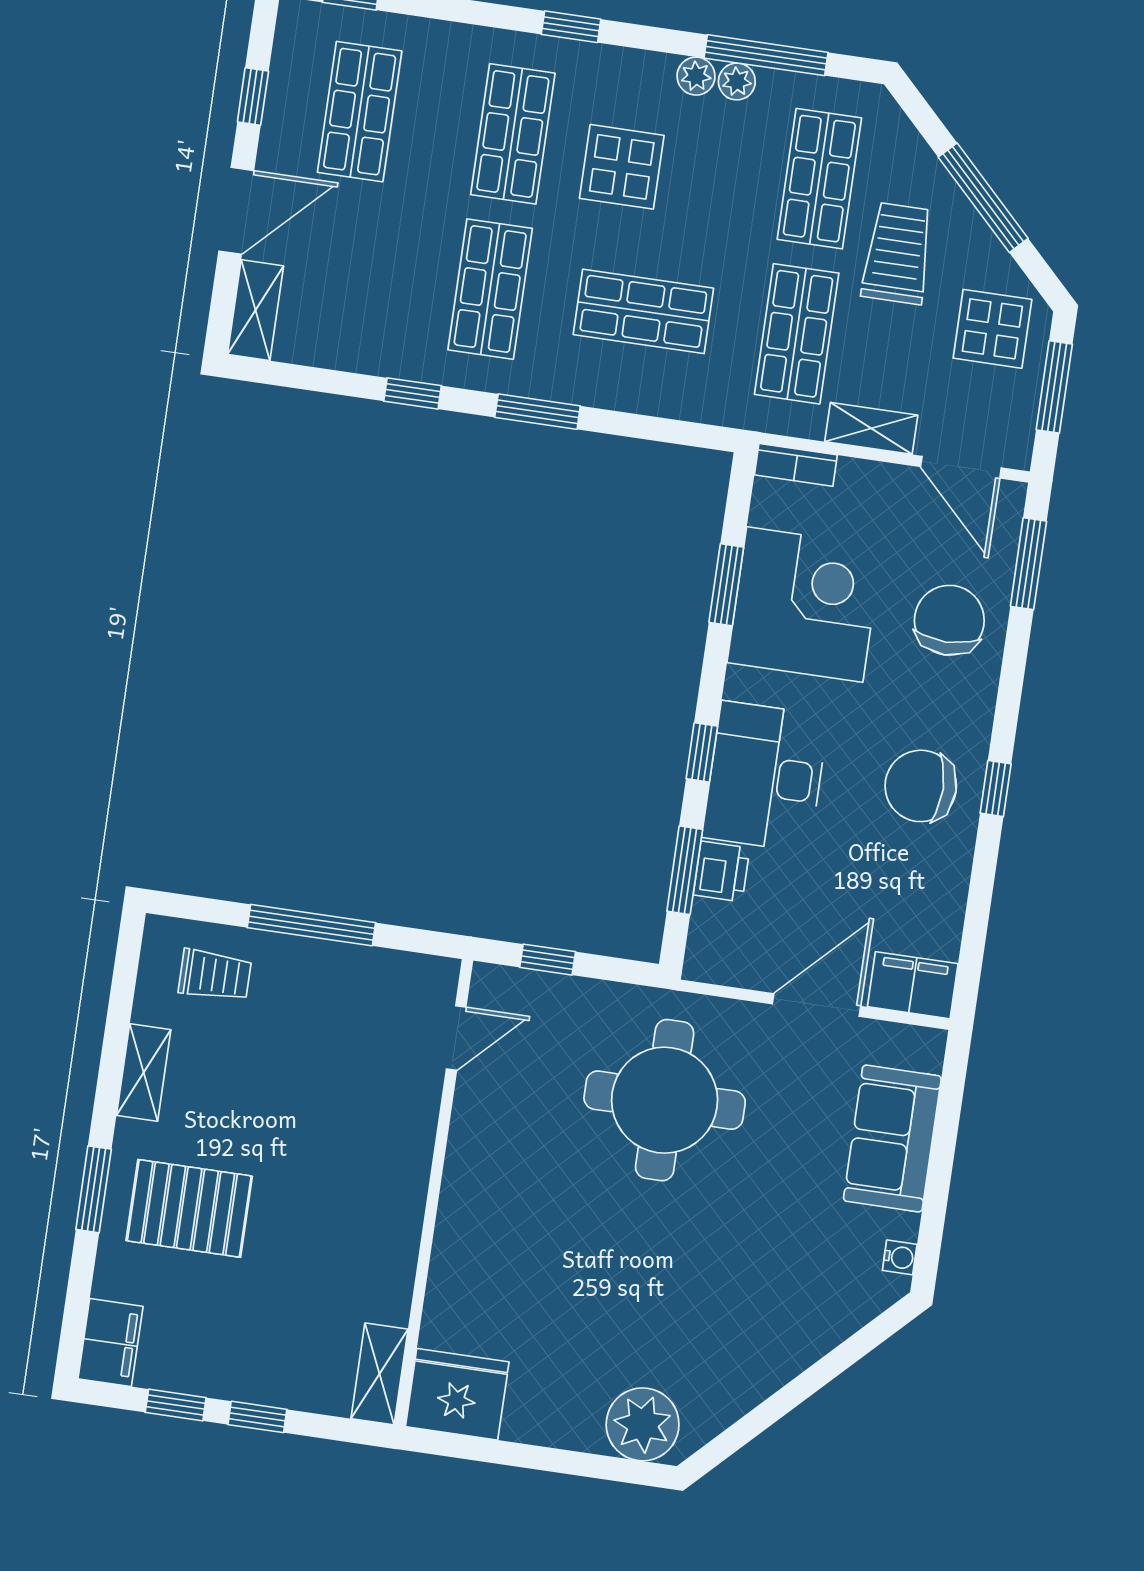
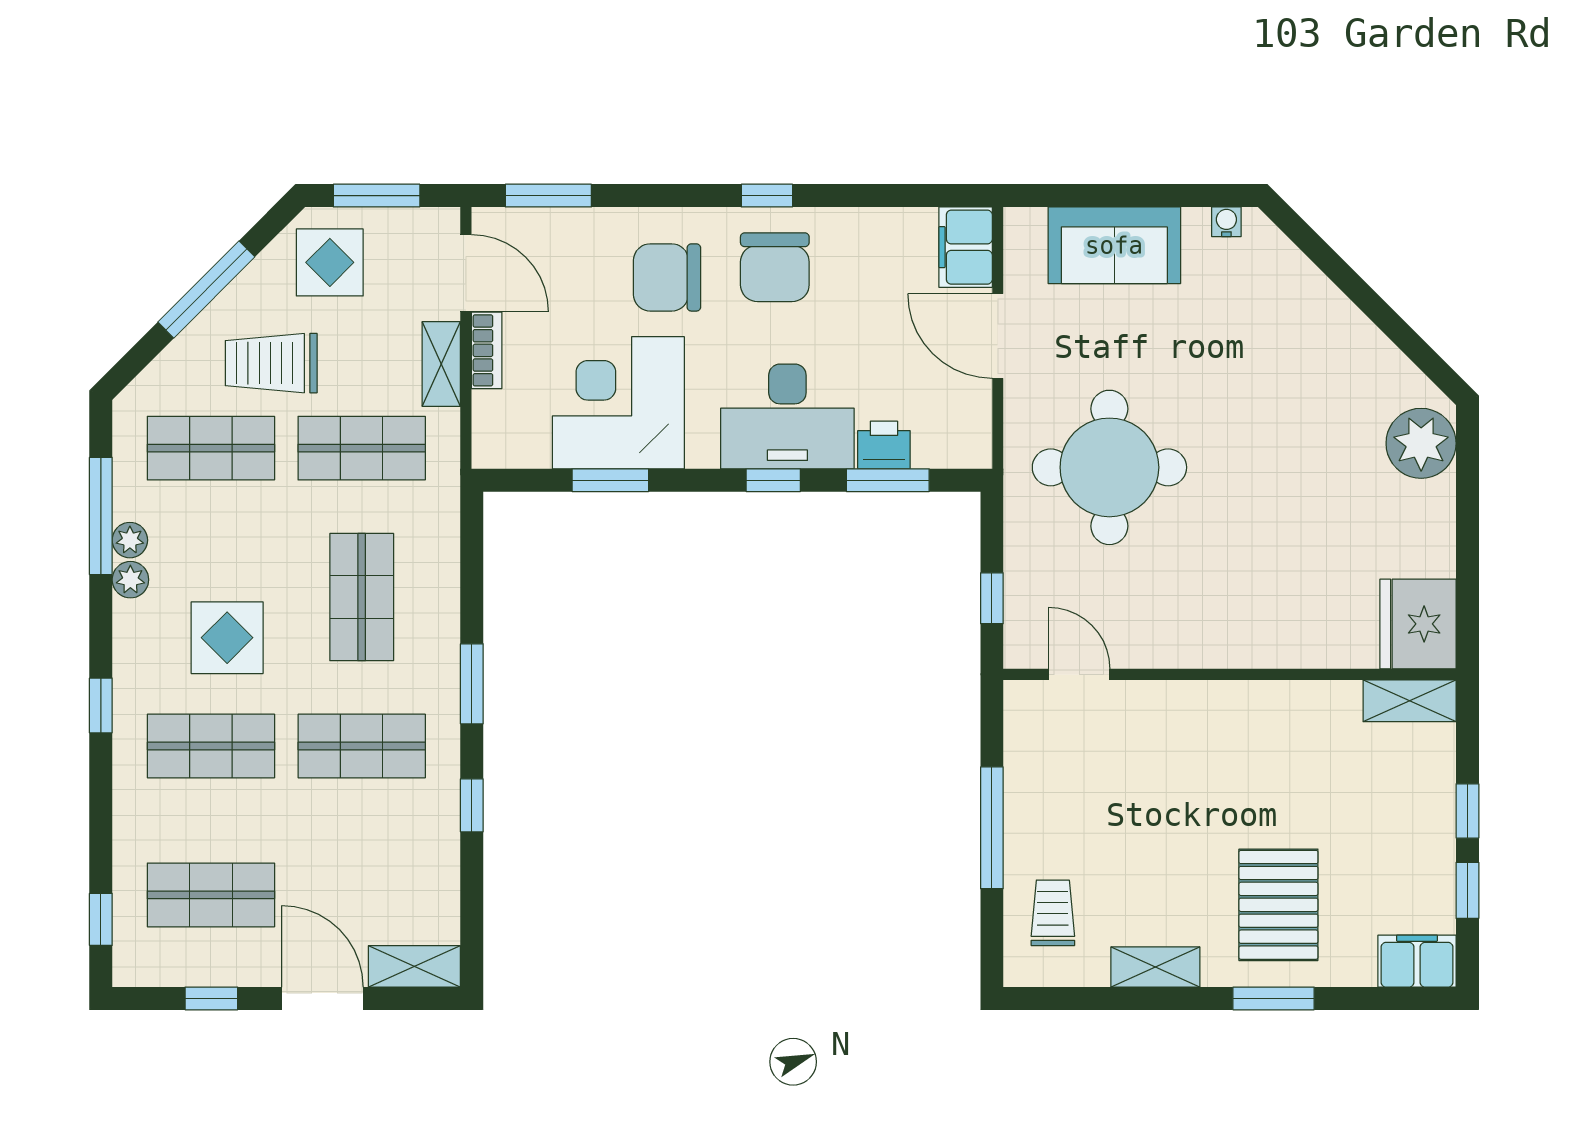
bookcase: (796, 465) -> (487, 350), moved
door: (961, 467) -> (466, 273), hinge flipped
chair: (949, 620) -> (667, 277), moved

